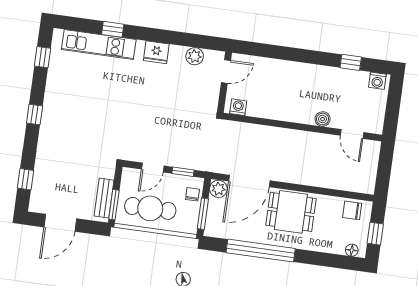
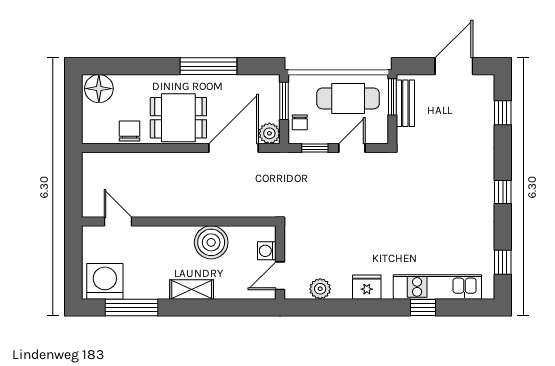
window: (351, 62) -> (131, 307), width x2.17
shelving: (300, 70) -> (192, 289), added
washing machine: (377, 81) -> (105, 281), width x1.89, depth x1.89
washing machine: (238, 107) -> (267, 251), moved, turned 90
boiler: (323, 119) -> (211, 242), moved, width x1.86, depth x1.86
chair: (352, 210) -> (130, 131), moved, turned -90
window: (375, 234) -> (73, 106), removed
floor lamp: (352, 250) -> (99, 89), width x1.89, depth x1.89
window: (261, 251) -> (208, 66), width x0.68

